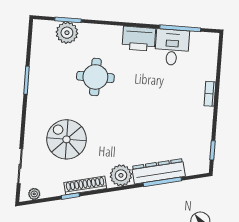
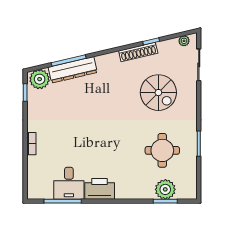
round table: (95, 77) -> (162, 150), moved
plant: (121, 175) -> (40, 79), moved

